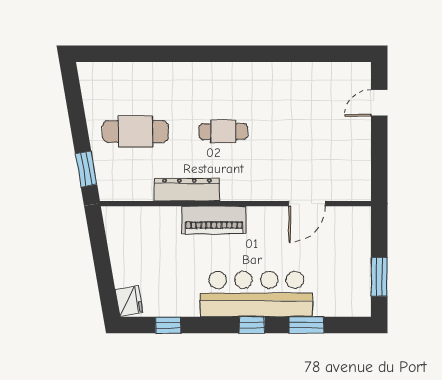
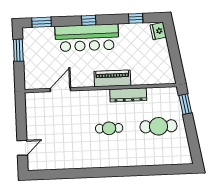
window: (306, 325) -> (42, 22), moved

